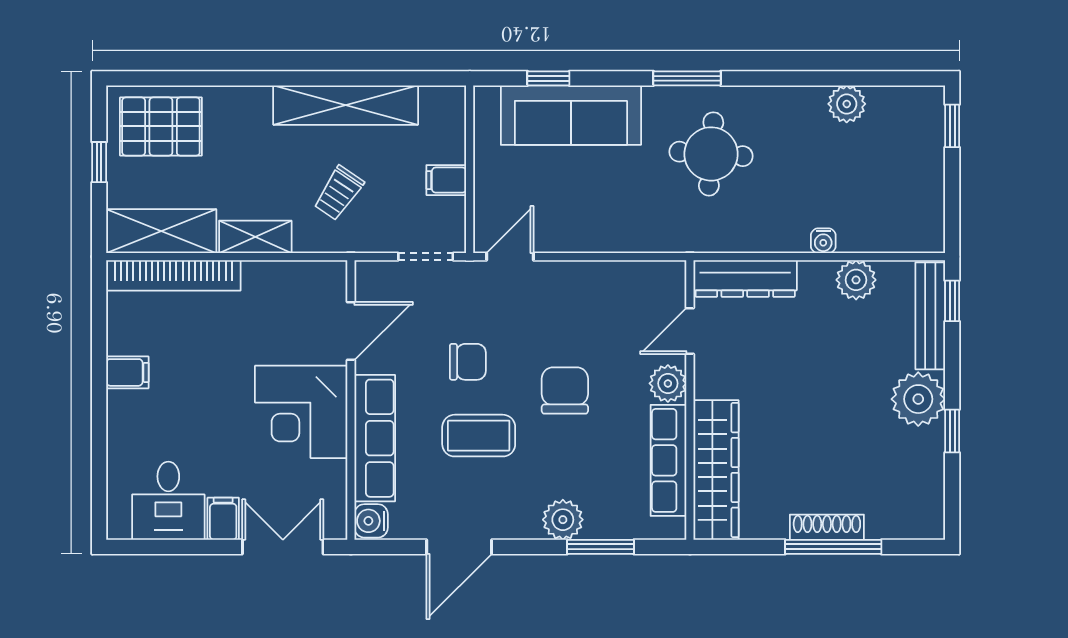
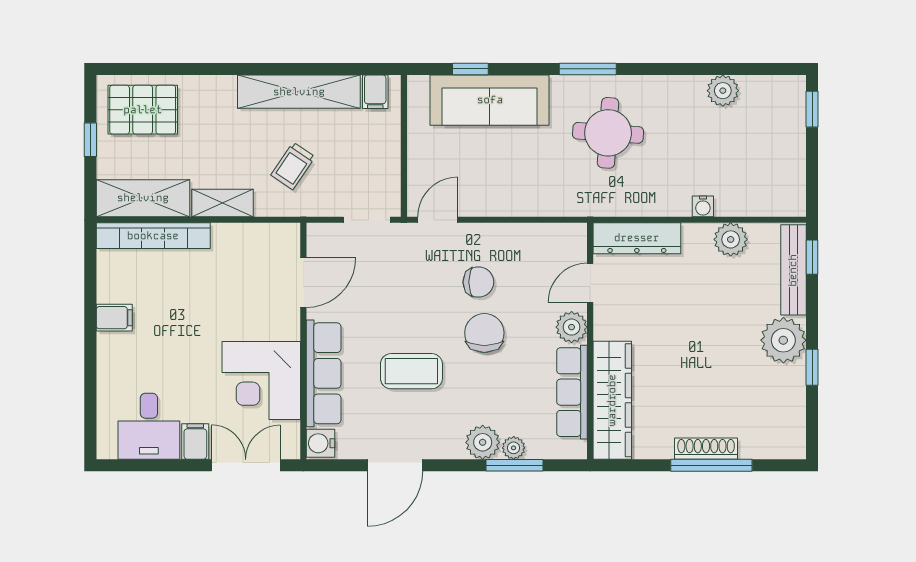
filing cabinet: (446, 180) -> (375, 92), moved, turned -90
chair: (468, 362) -> (478, 282), moved
corner desk: (301, 412) -> (261, 380), moved
plant: (599, 526) -> (514, 448), added

